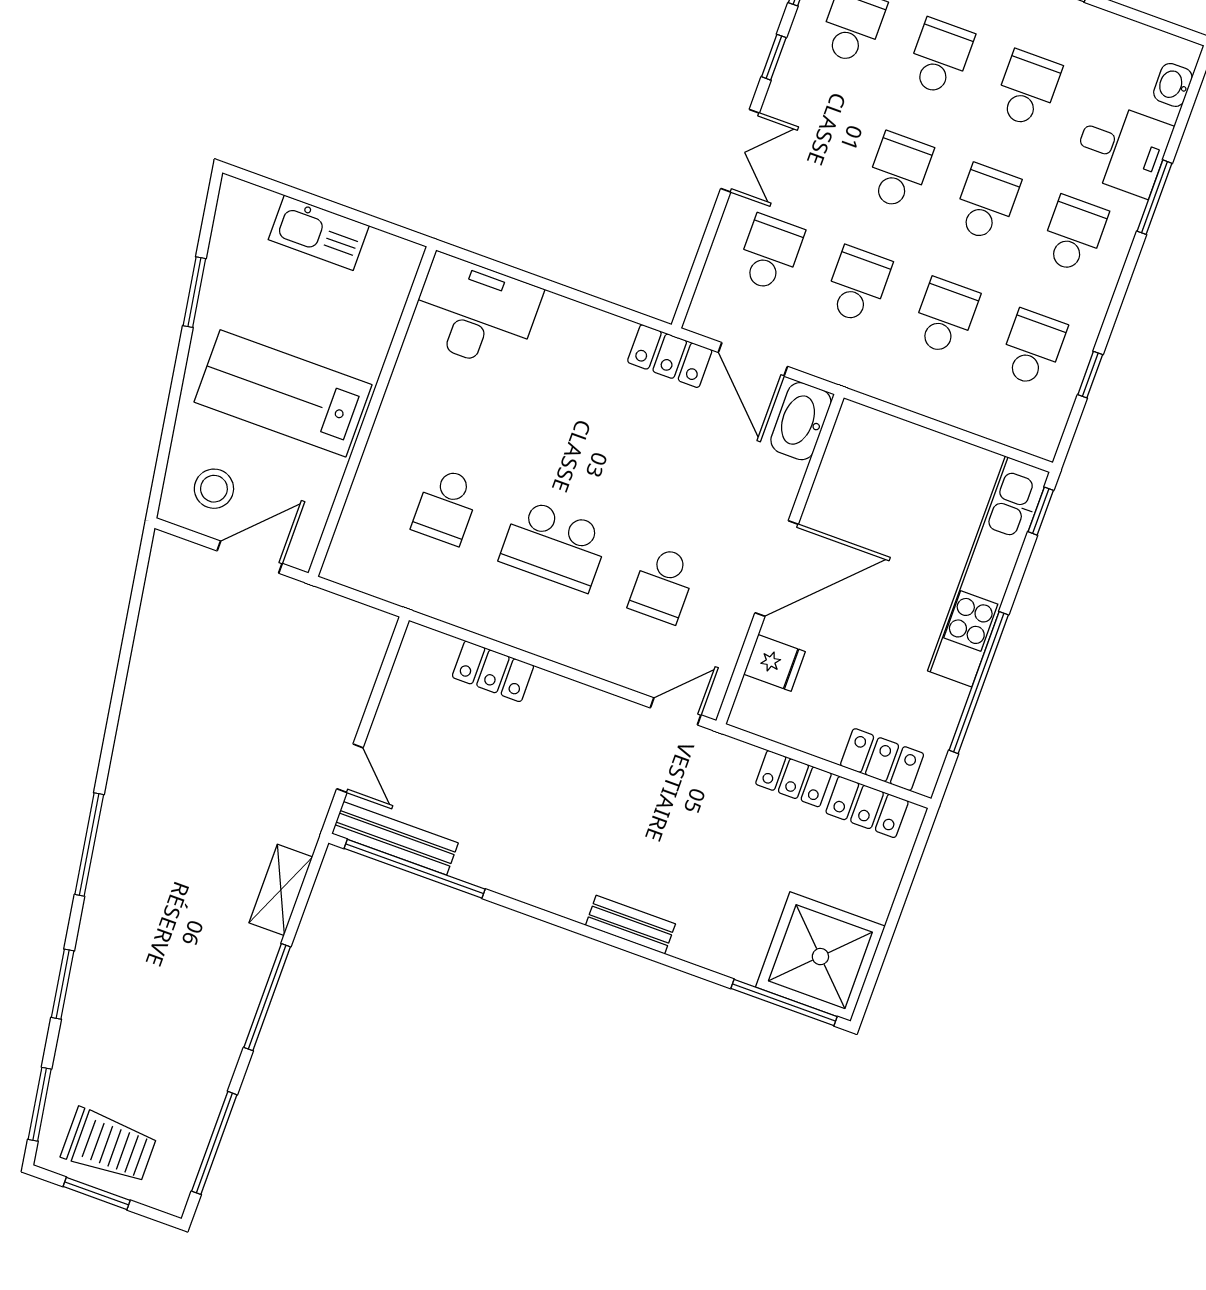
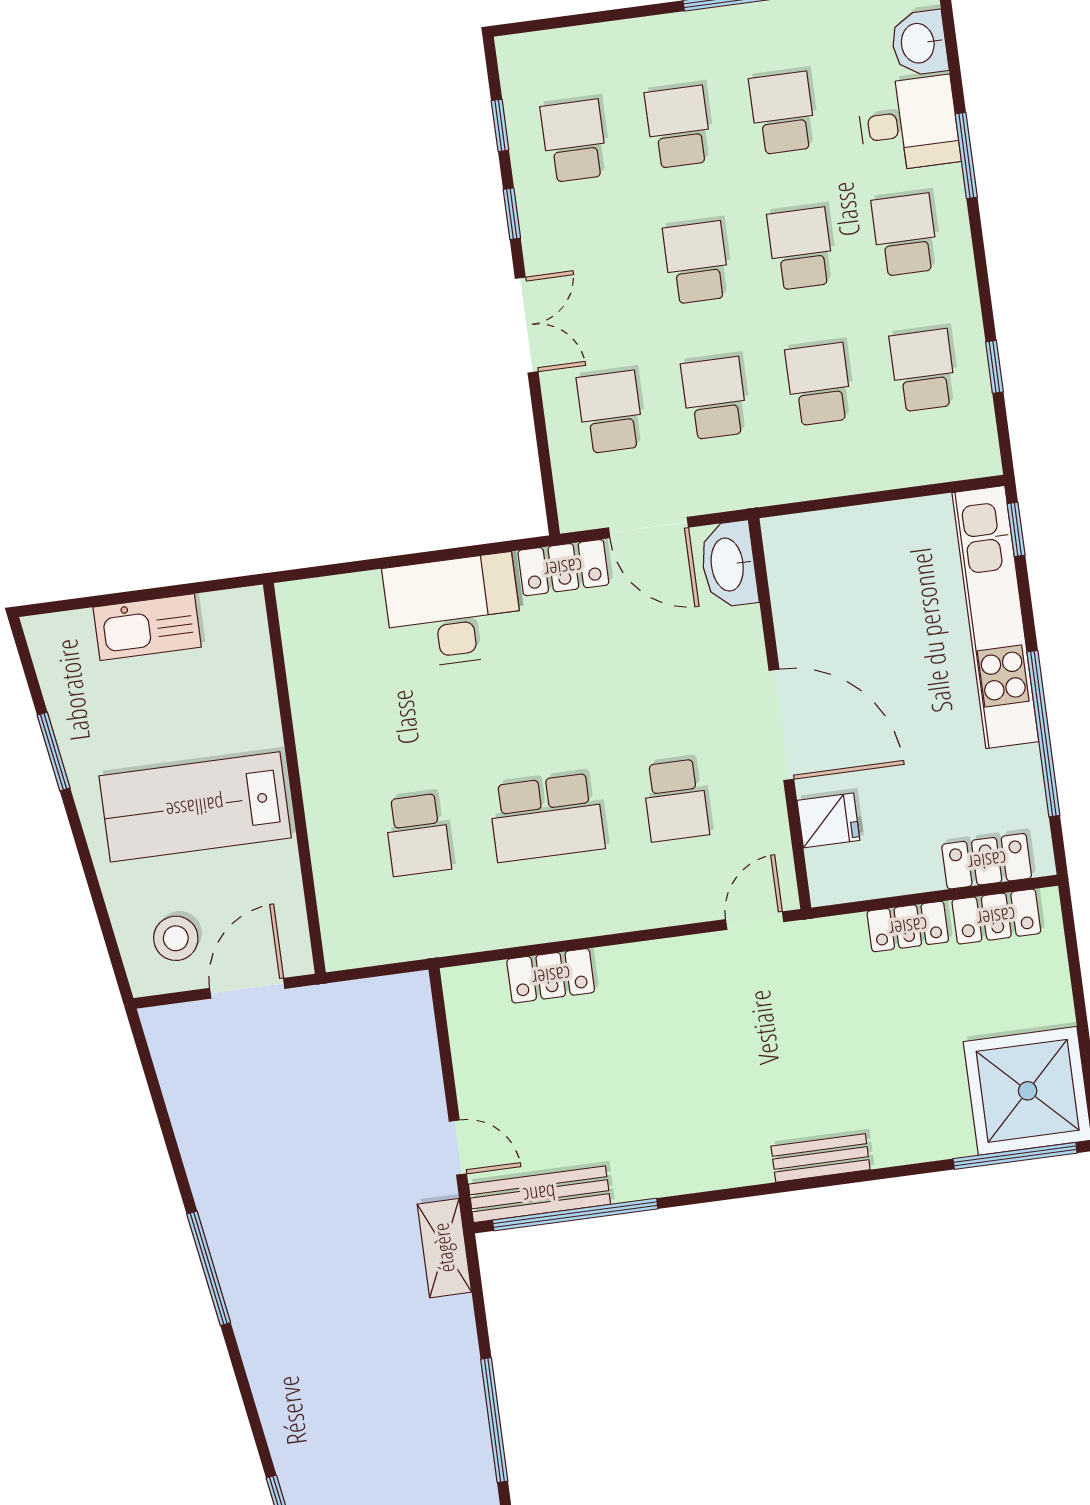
washbasin: (1173, 85) -> (919, 43), width x1.38, depth x1.45
desk: (475, 312) -> (453, 611), moved
door: (777, 569) -> (781, 725), hinge flipped
window: (89, 844) -> (209, 1268), moved
shelving: (281, 890) -> (444, 1248), moved

